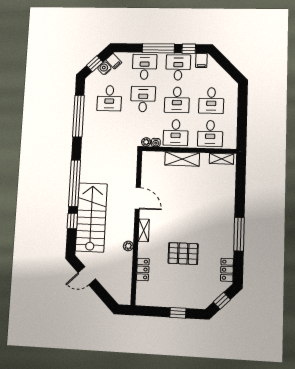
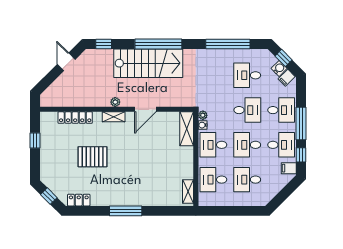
shelving: (182, 159) -> (187, 129), moved
stairs: (91, 217) -> (148, 63), moved
window: (72, 221) -> (104, 44), moved
window: (239, 234) -> (126, 211), moved
plant: (128, 246) -> (115, 102), moved
pallet: (183, 254) -> (93, 157), turned 90
locker: (143, 269) -> (75, 118), width x1.53
window: (178, 313) -> (35, 140), moved

